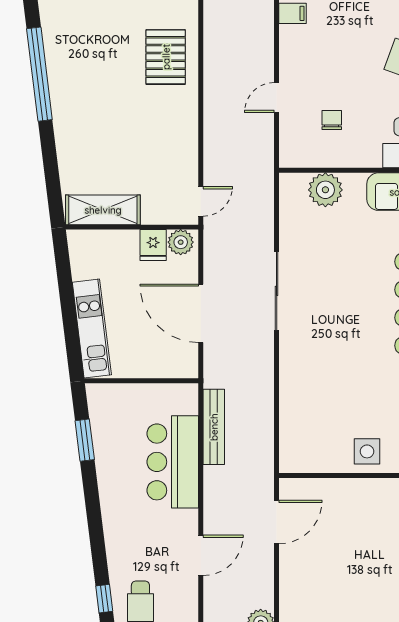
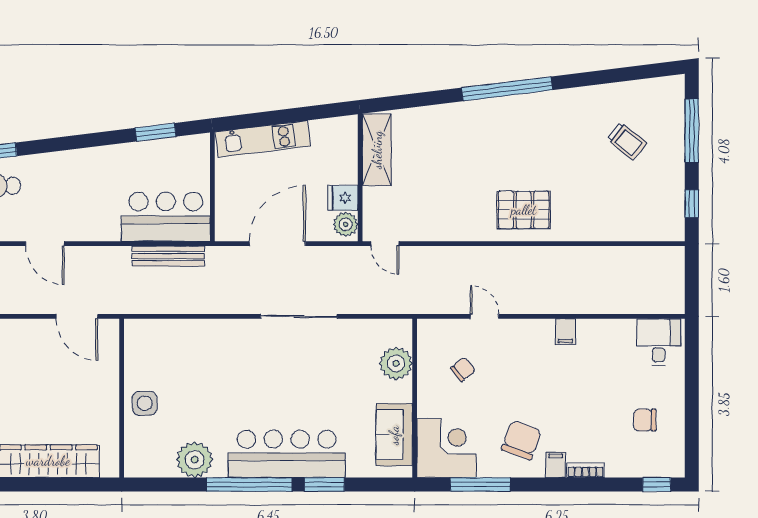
chair: (332, 120) -> (463, 369), turned -39
bar counter: (173, 462) -> (166, 217), moved

